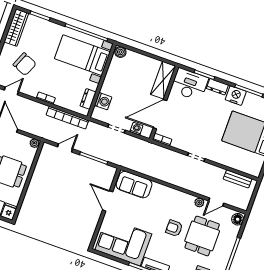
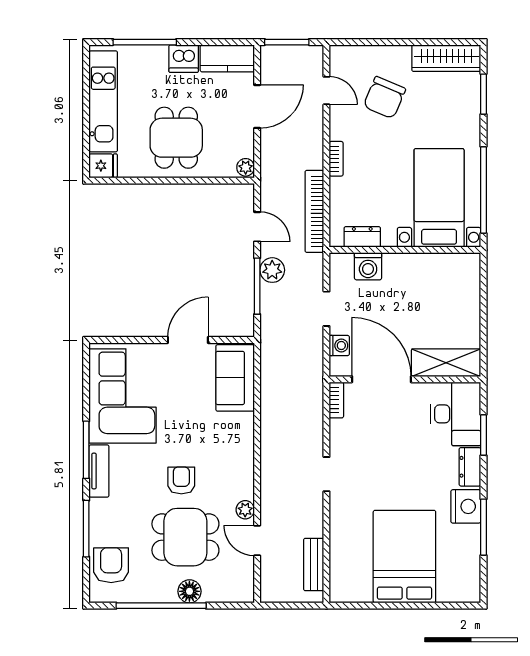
boiler: (120, 52) -> (470, 266), removed
plant: (88, 148) -> (272, 270), added
floor lamp: (238, 219) -> (189, 591), moved

